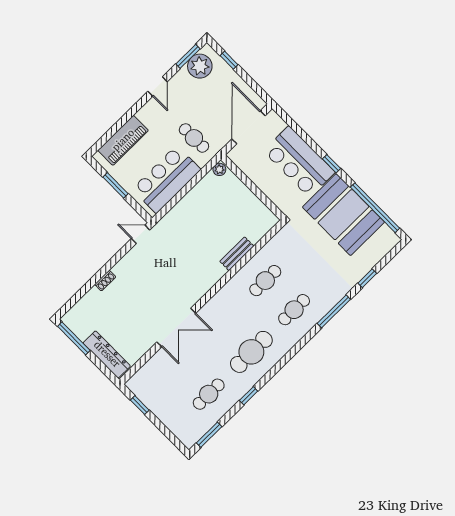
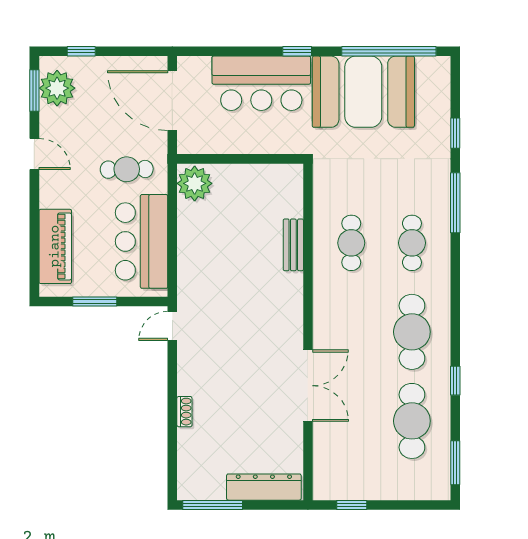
plant: (219, 169) -> (195, 183), width x1.88, depth x1.88
cafe table: (209, 394) -> (412, 421), width x1.37, depth x1.35

